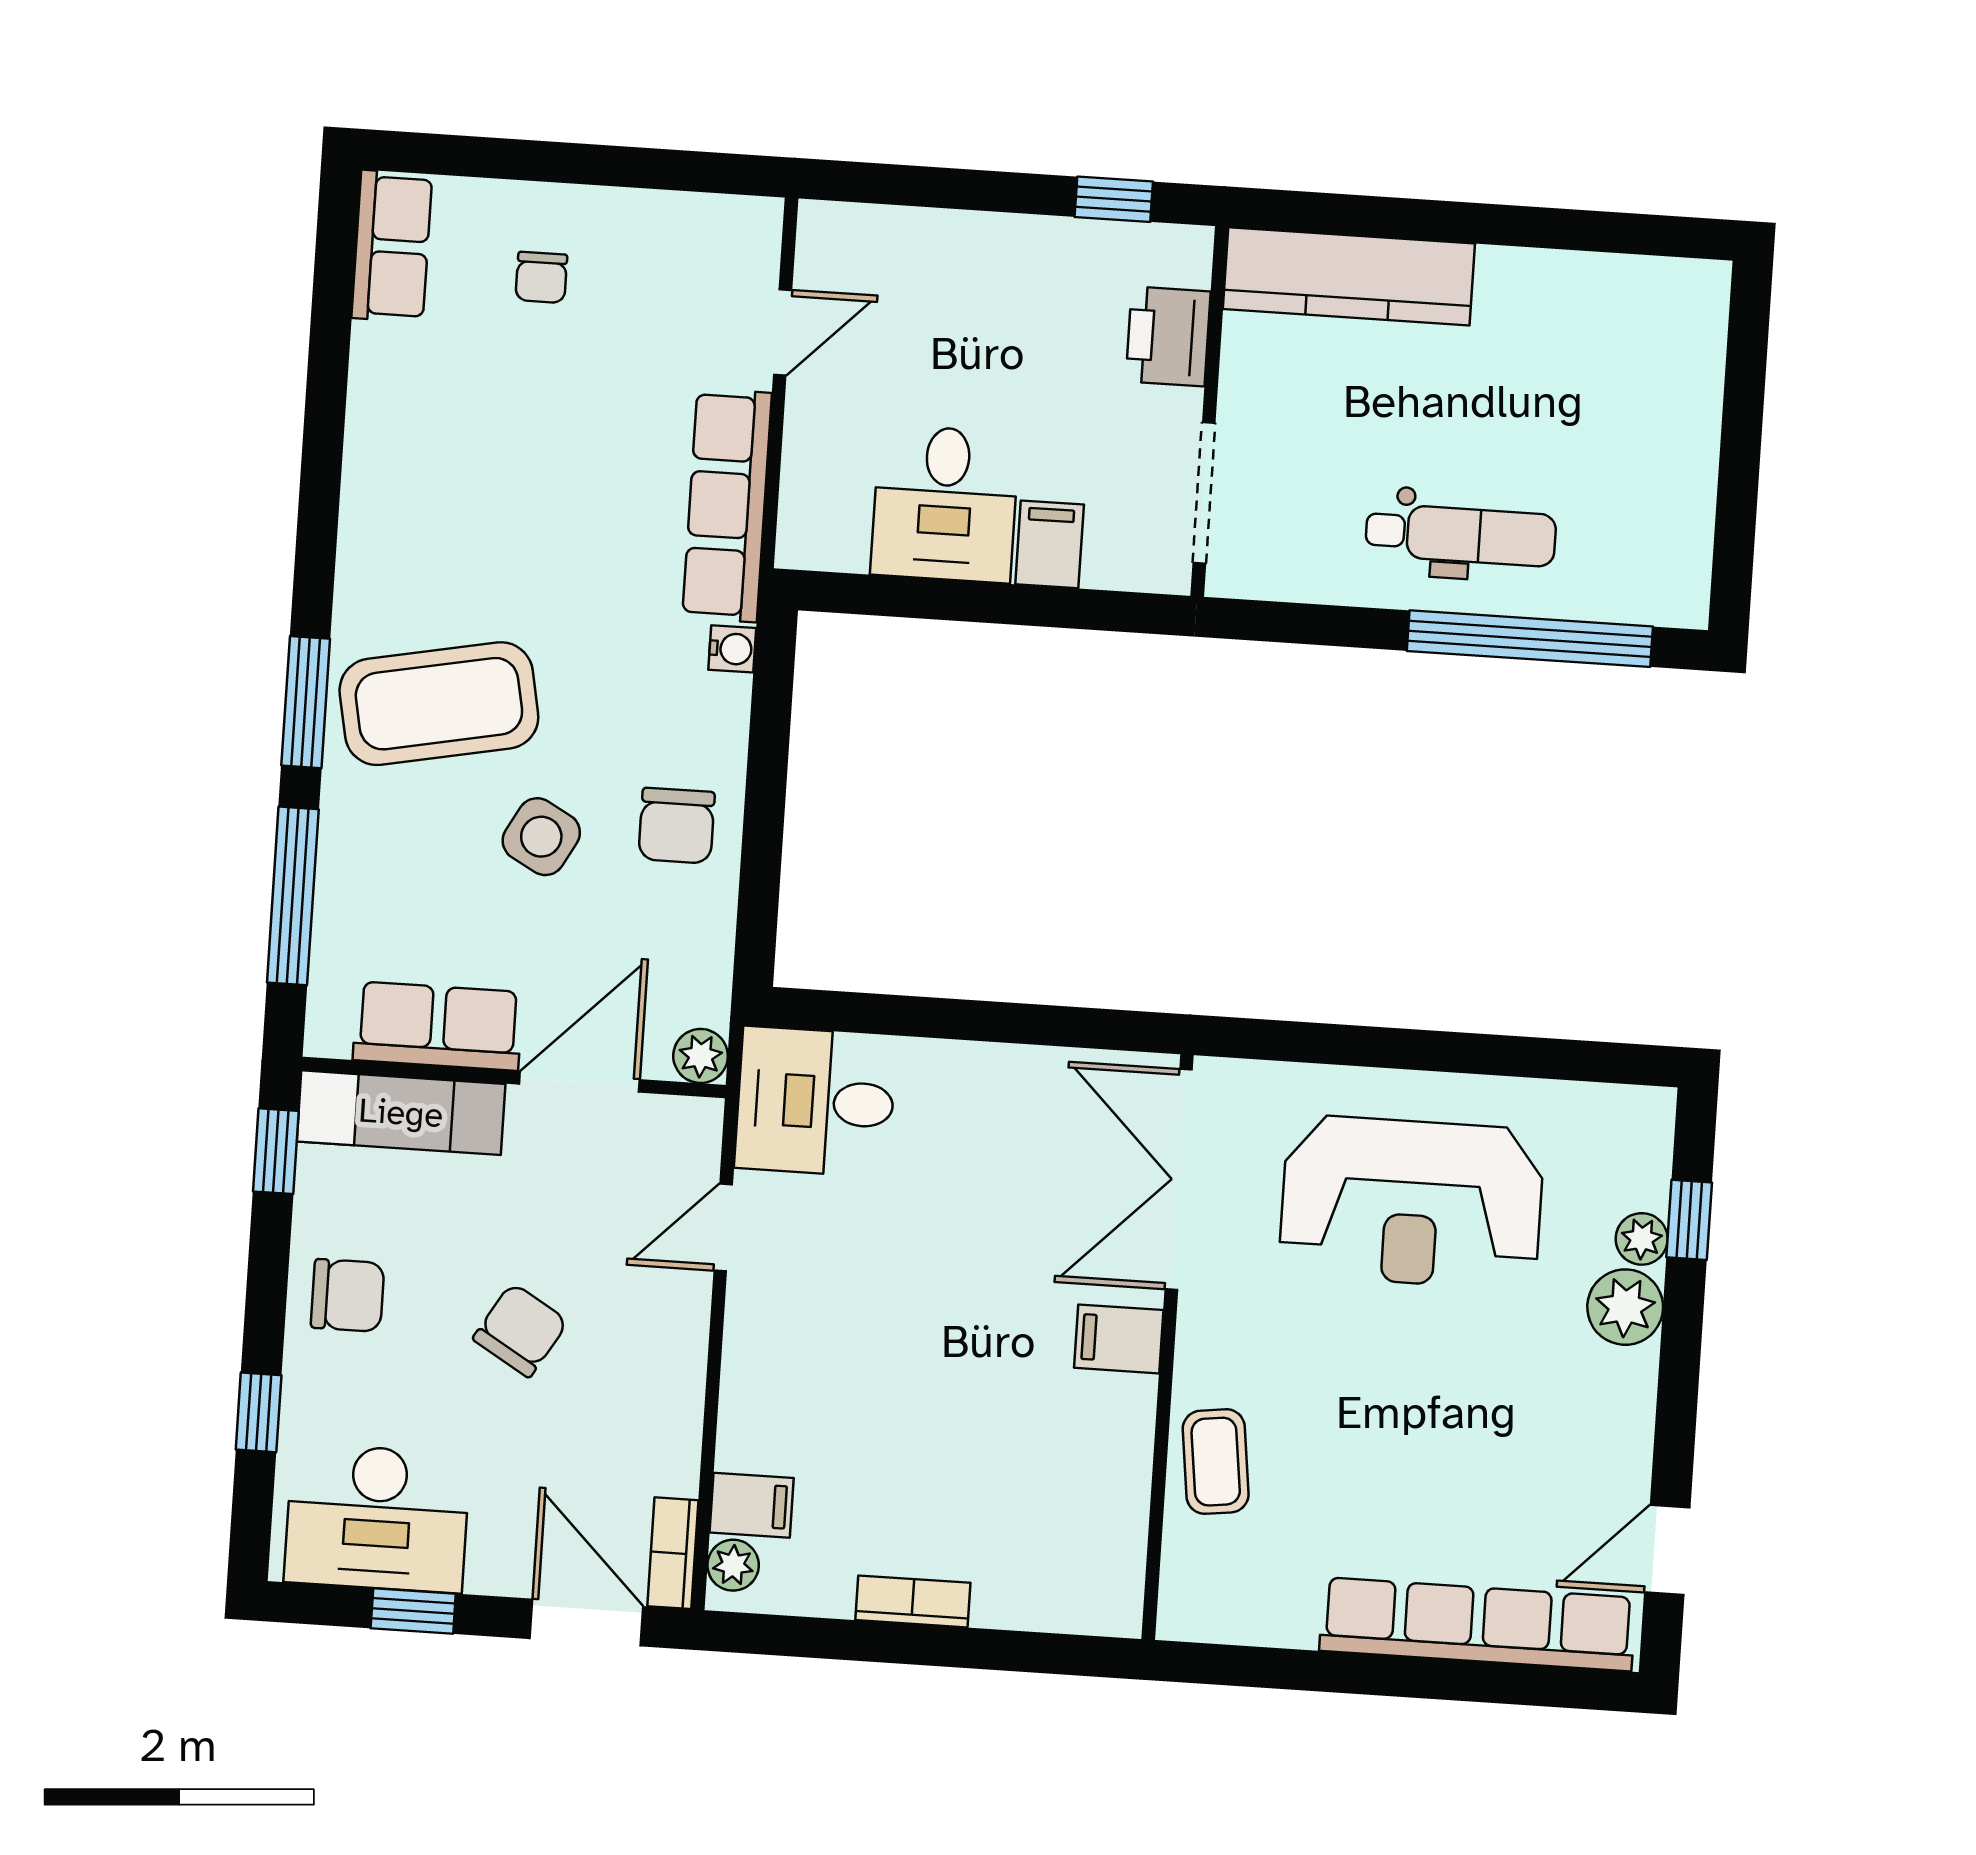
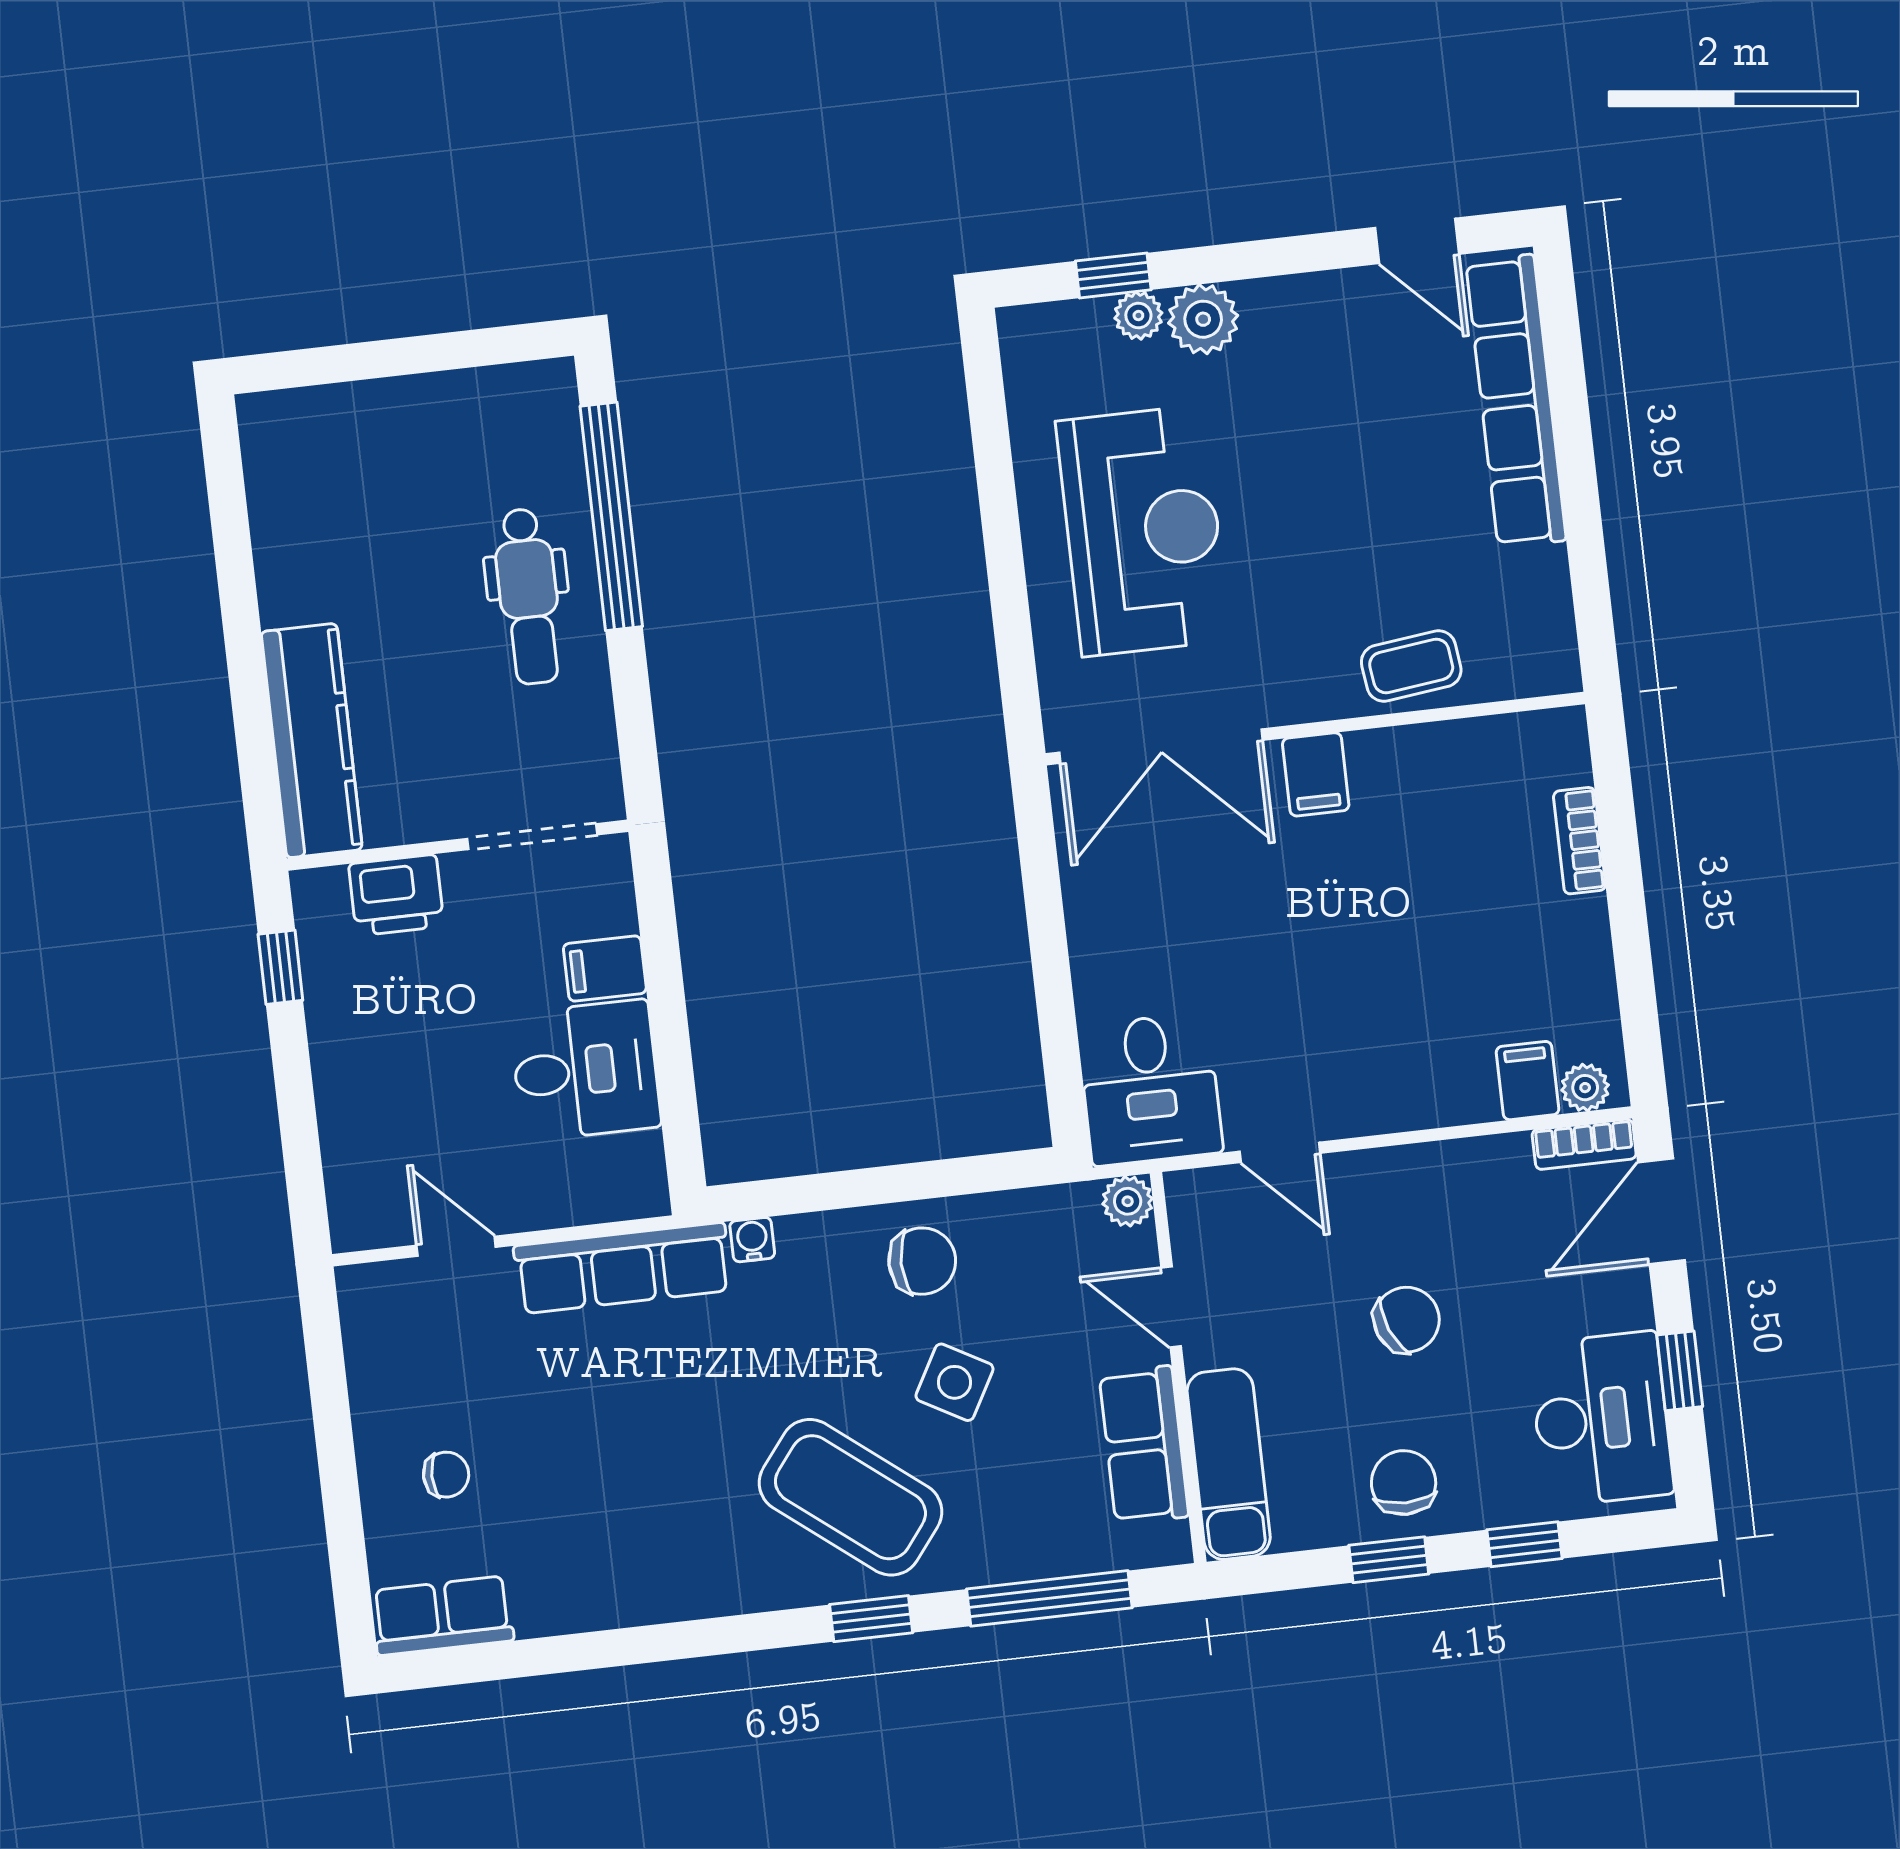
dental chair: (1461, 535) -> (528, 596), turned 180
window: (306, 702) -> (871, 1619), width x0.67
coffee table: (439, 704) -> (850, 1497), turned -41
door: (579, 1082) -> (1171, 1307), width x0.73
window: (276, 1151) -> (1389, 1560), moved
chair: (520, 1330) -> (1407, 1320), turned 127
bookcase: (913, 1601) -> (1580, 841), moved

